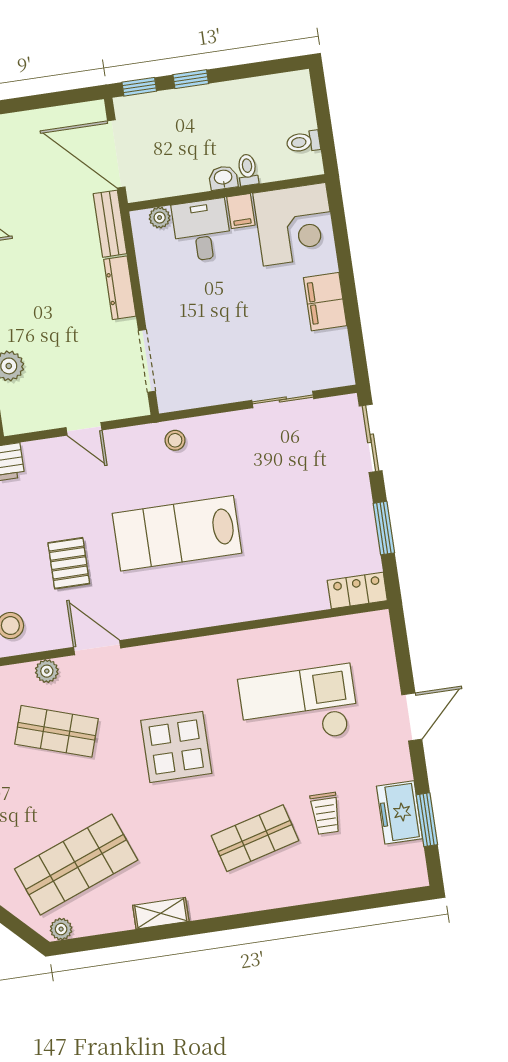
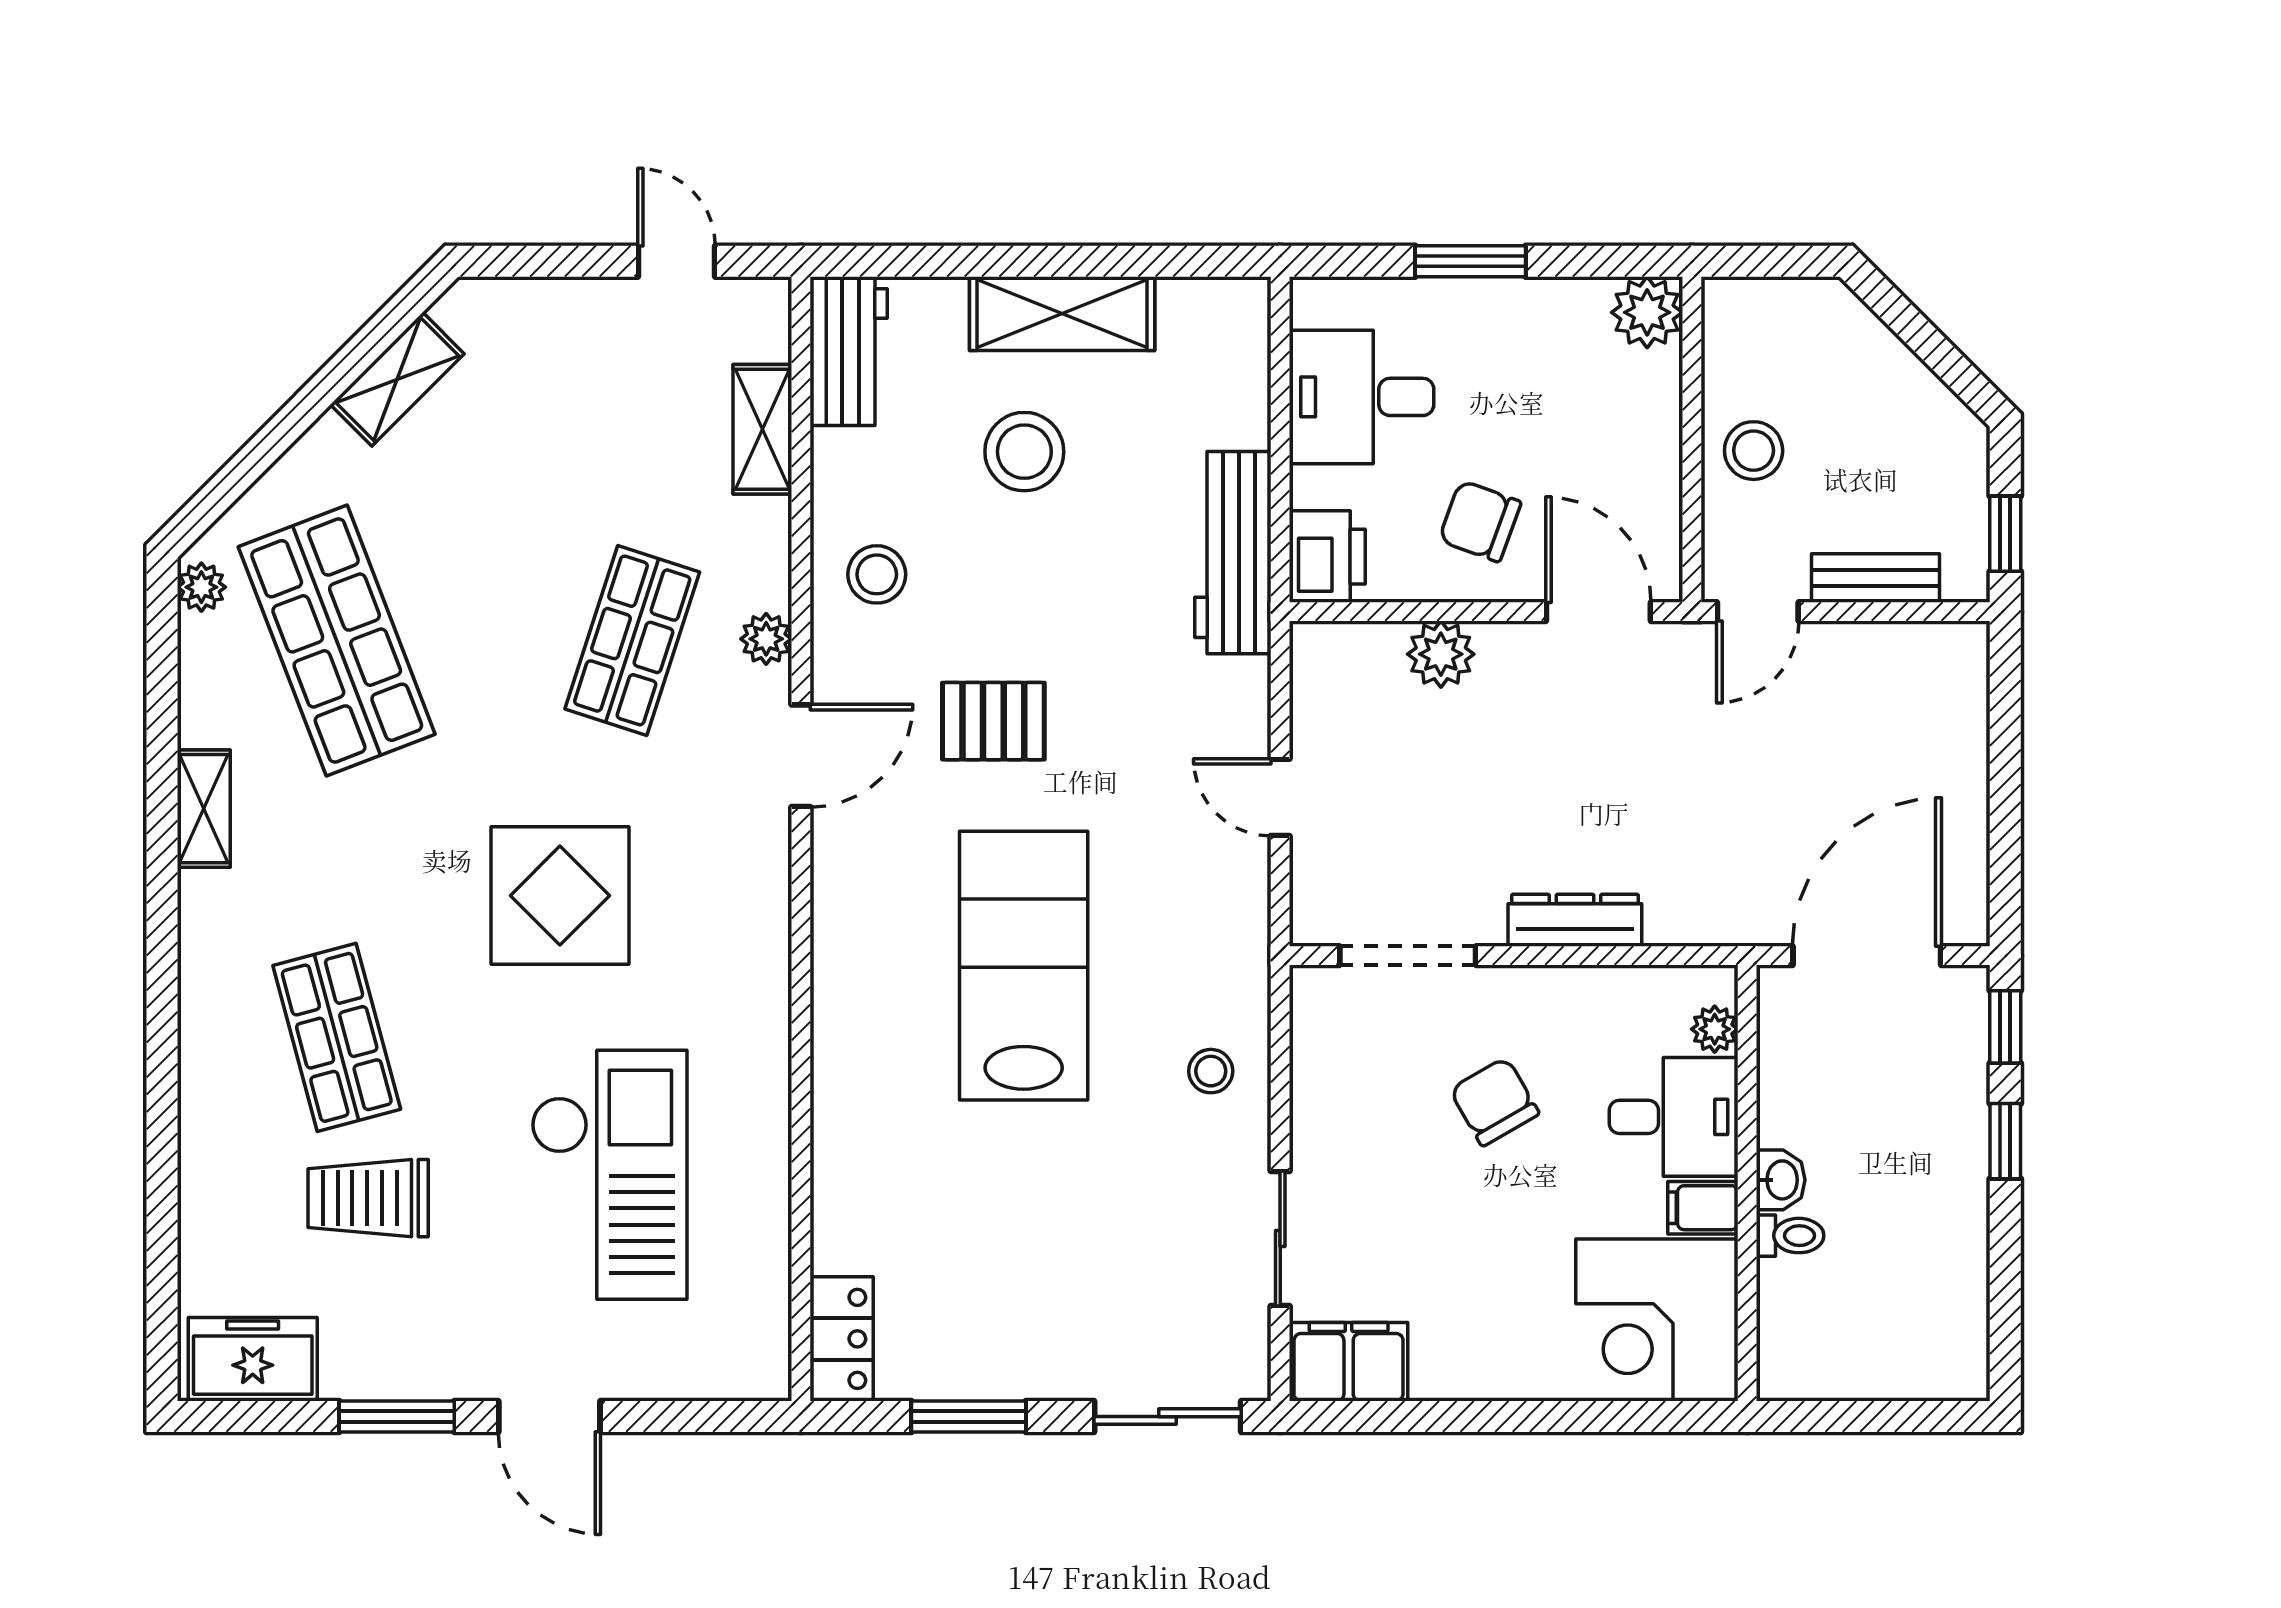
toilet: (303, 142) -> (1833, 1365), removed
bench: (110, 224) -> (1717, 920), removed
filing cabinet: (325, 302) -> (1349, 1362), moved
chair: (207, 312) -> (1494, 1102), added
door: (84, 429) -> (1280, 797), hinge flipped
stool: (175, 440) -> (1211, 1071), moved
freezer: (399, 812) -> (253, 1359), moved
trolley: (325, 813) -> (368, 1198), width x1.36, depth x1.39
window: (427, 820) -> (397, 1417), moved

